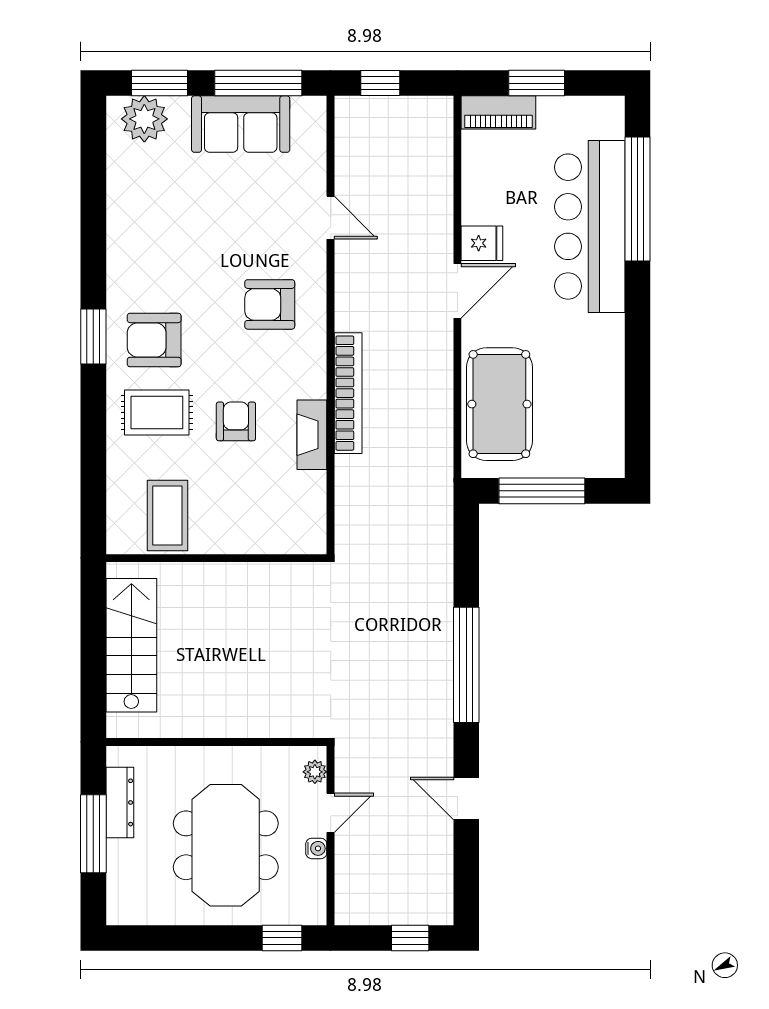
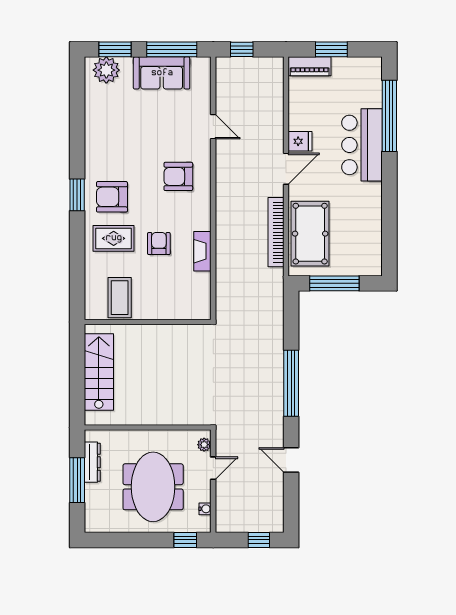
bar counter: (590, 227) -> (362, 145), width x0.73
bookcase: (348, 393) -> (276, 232), moved, turned 180
water cooler: (316, 848) -> (205, 509), moved

